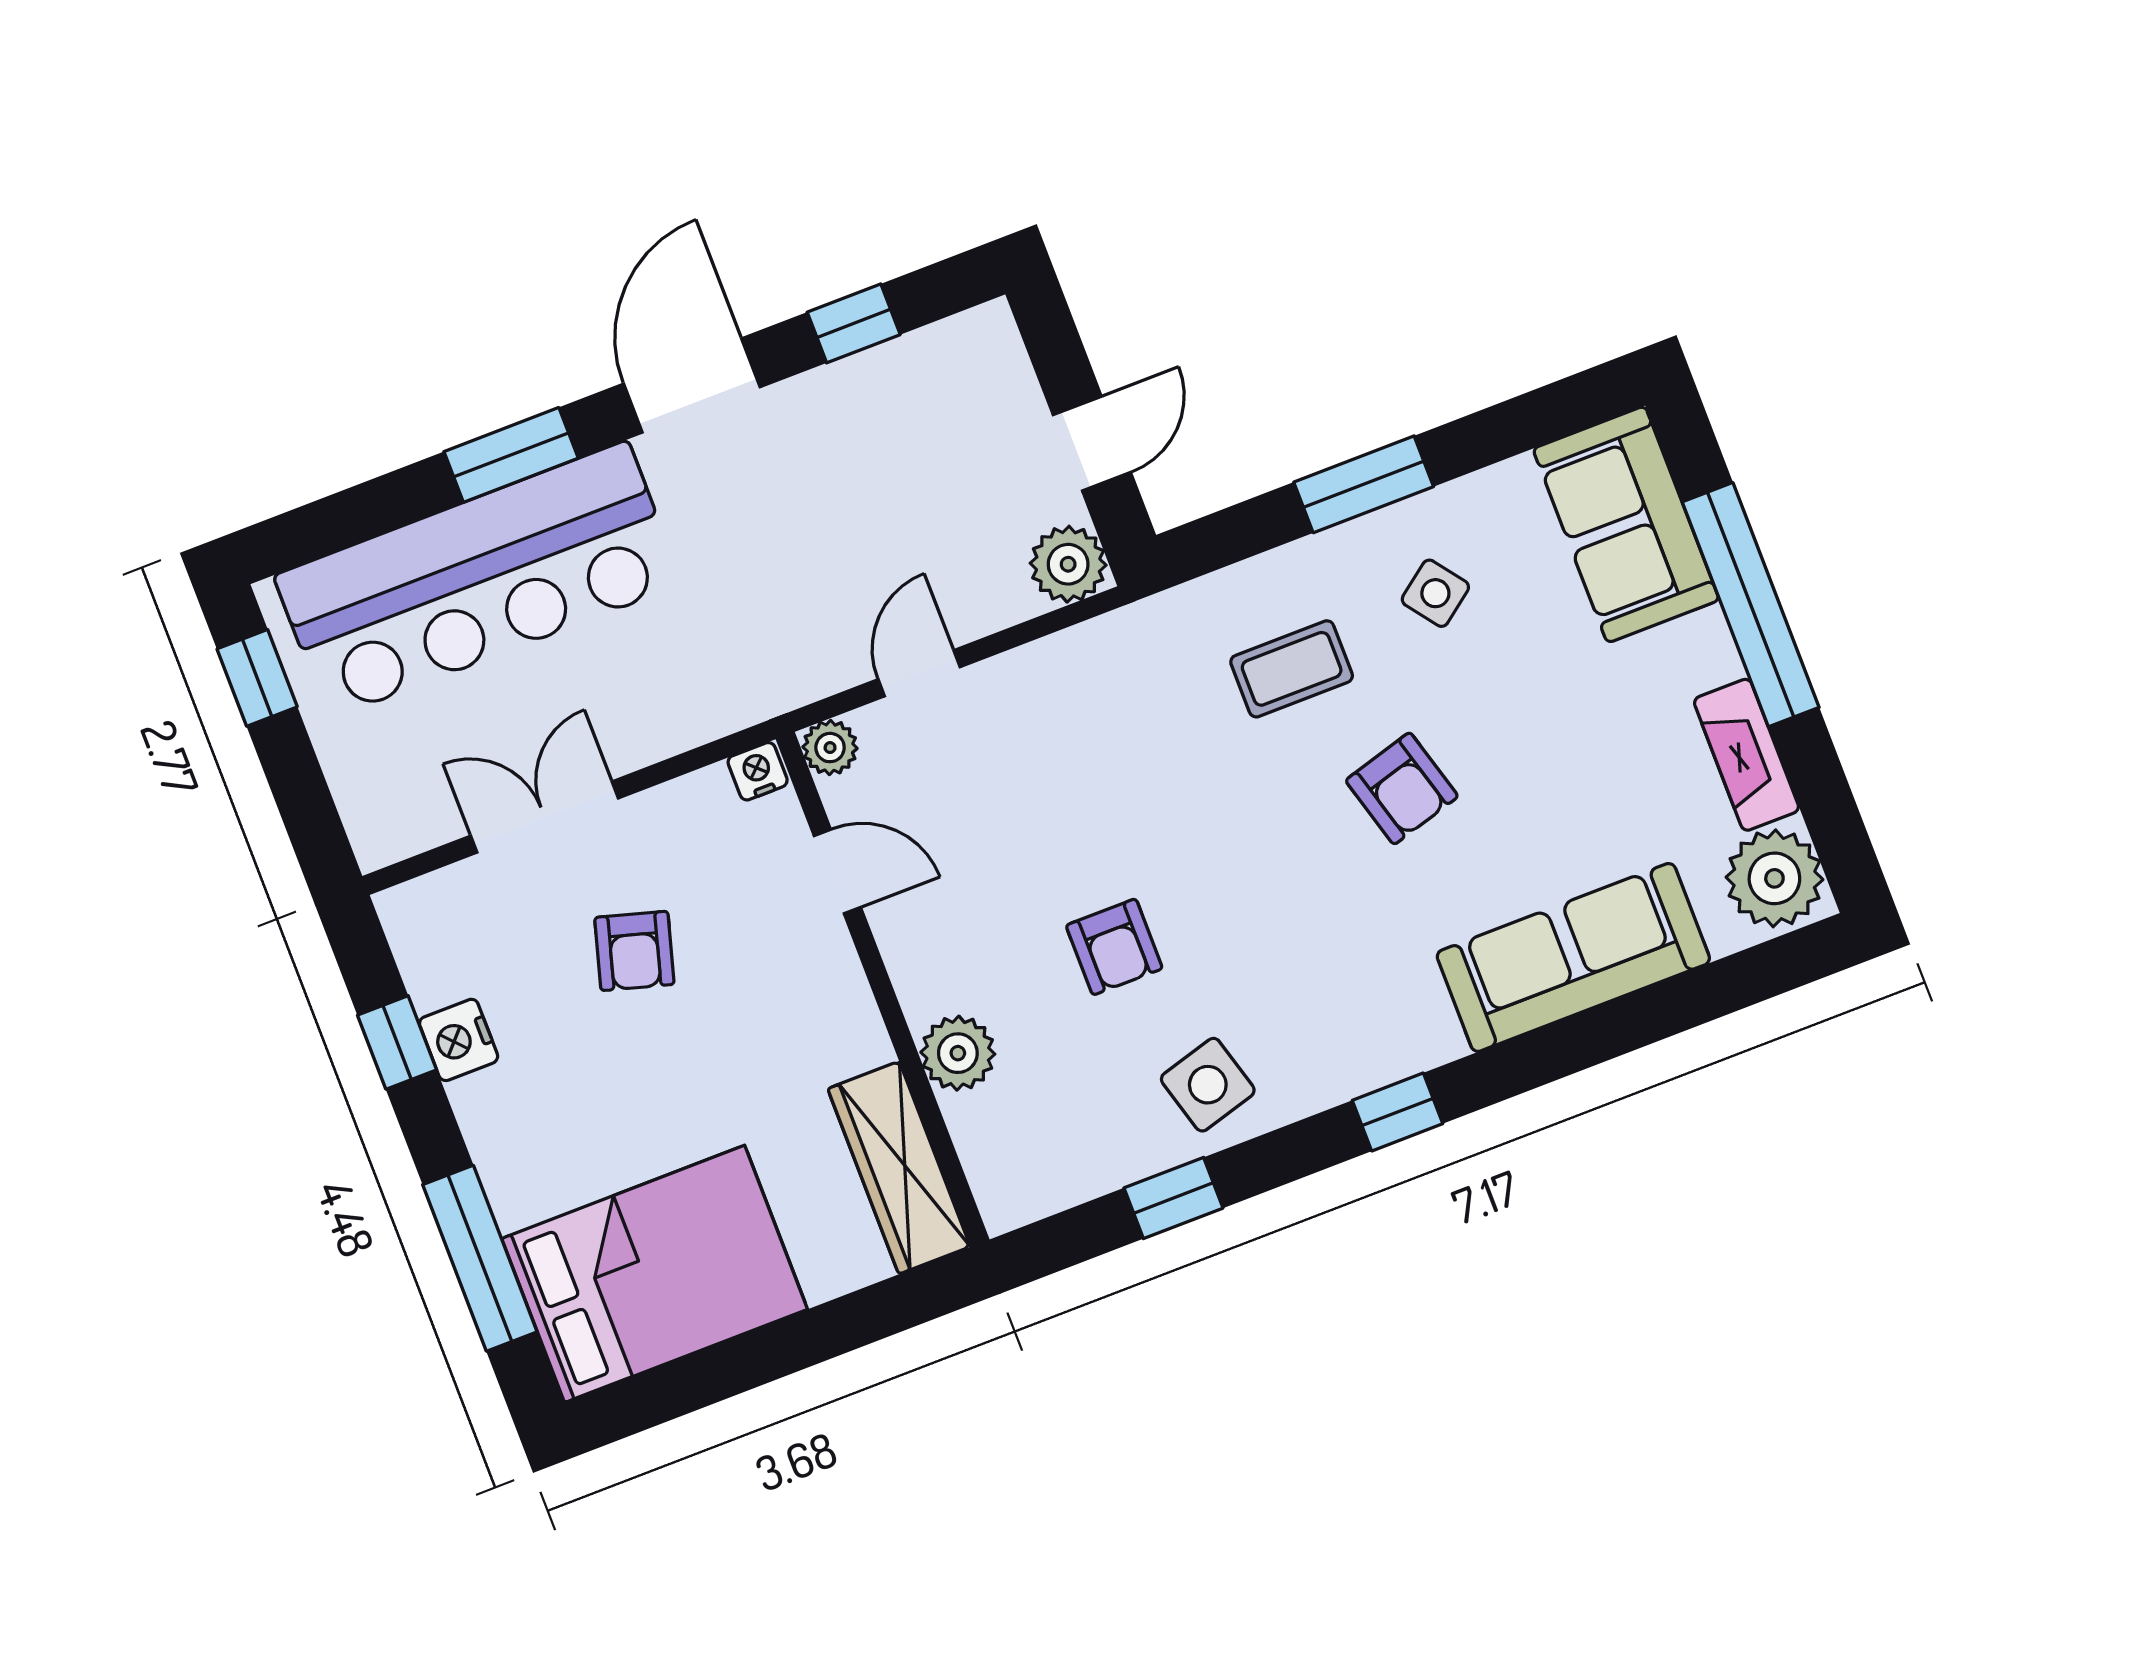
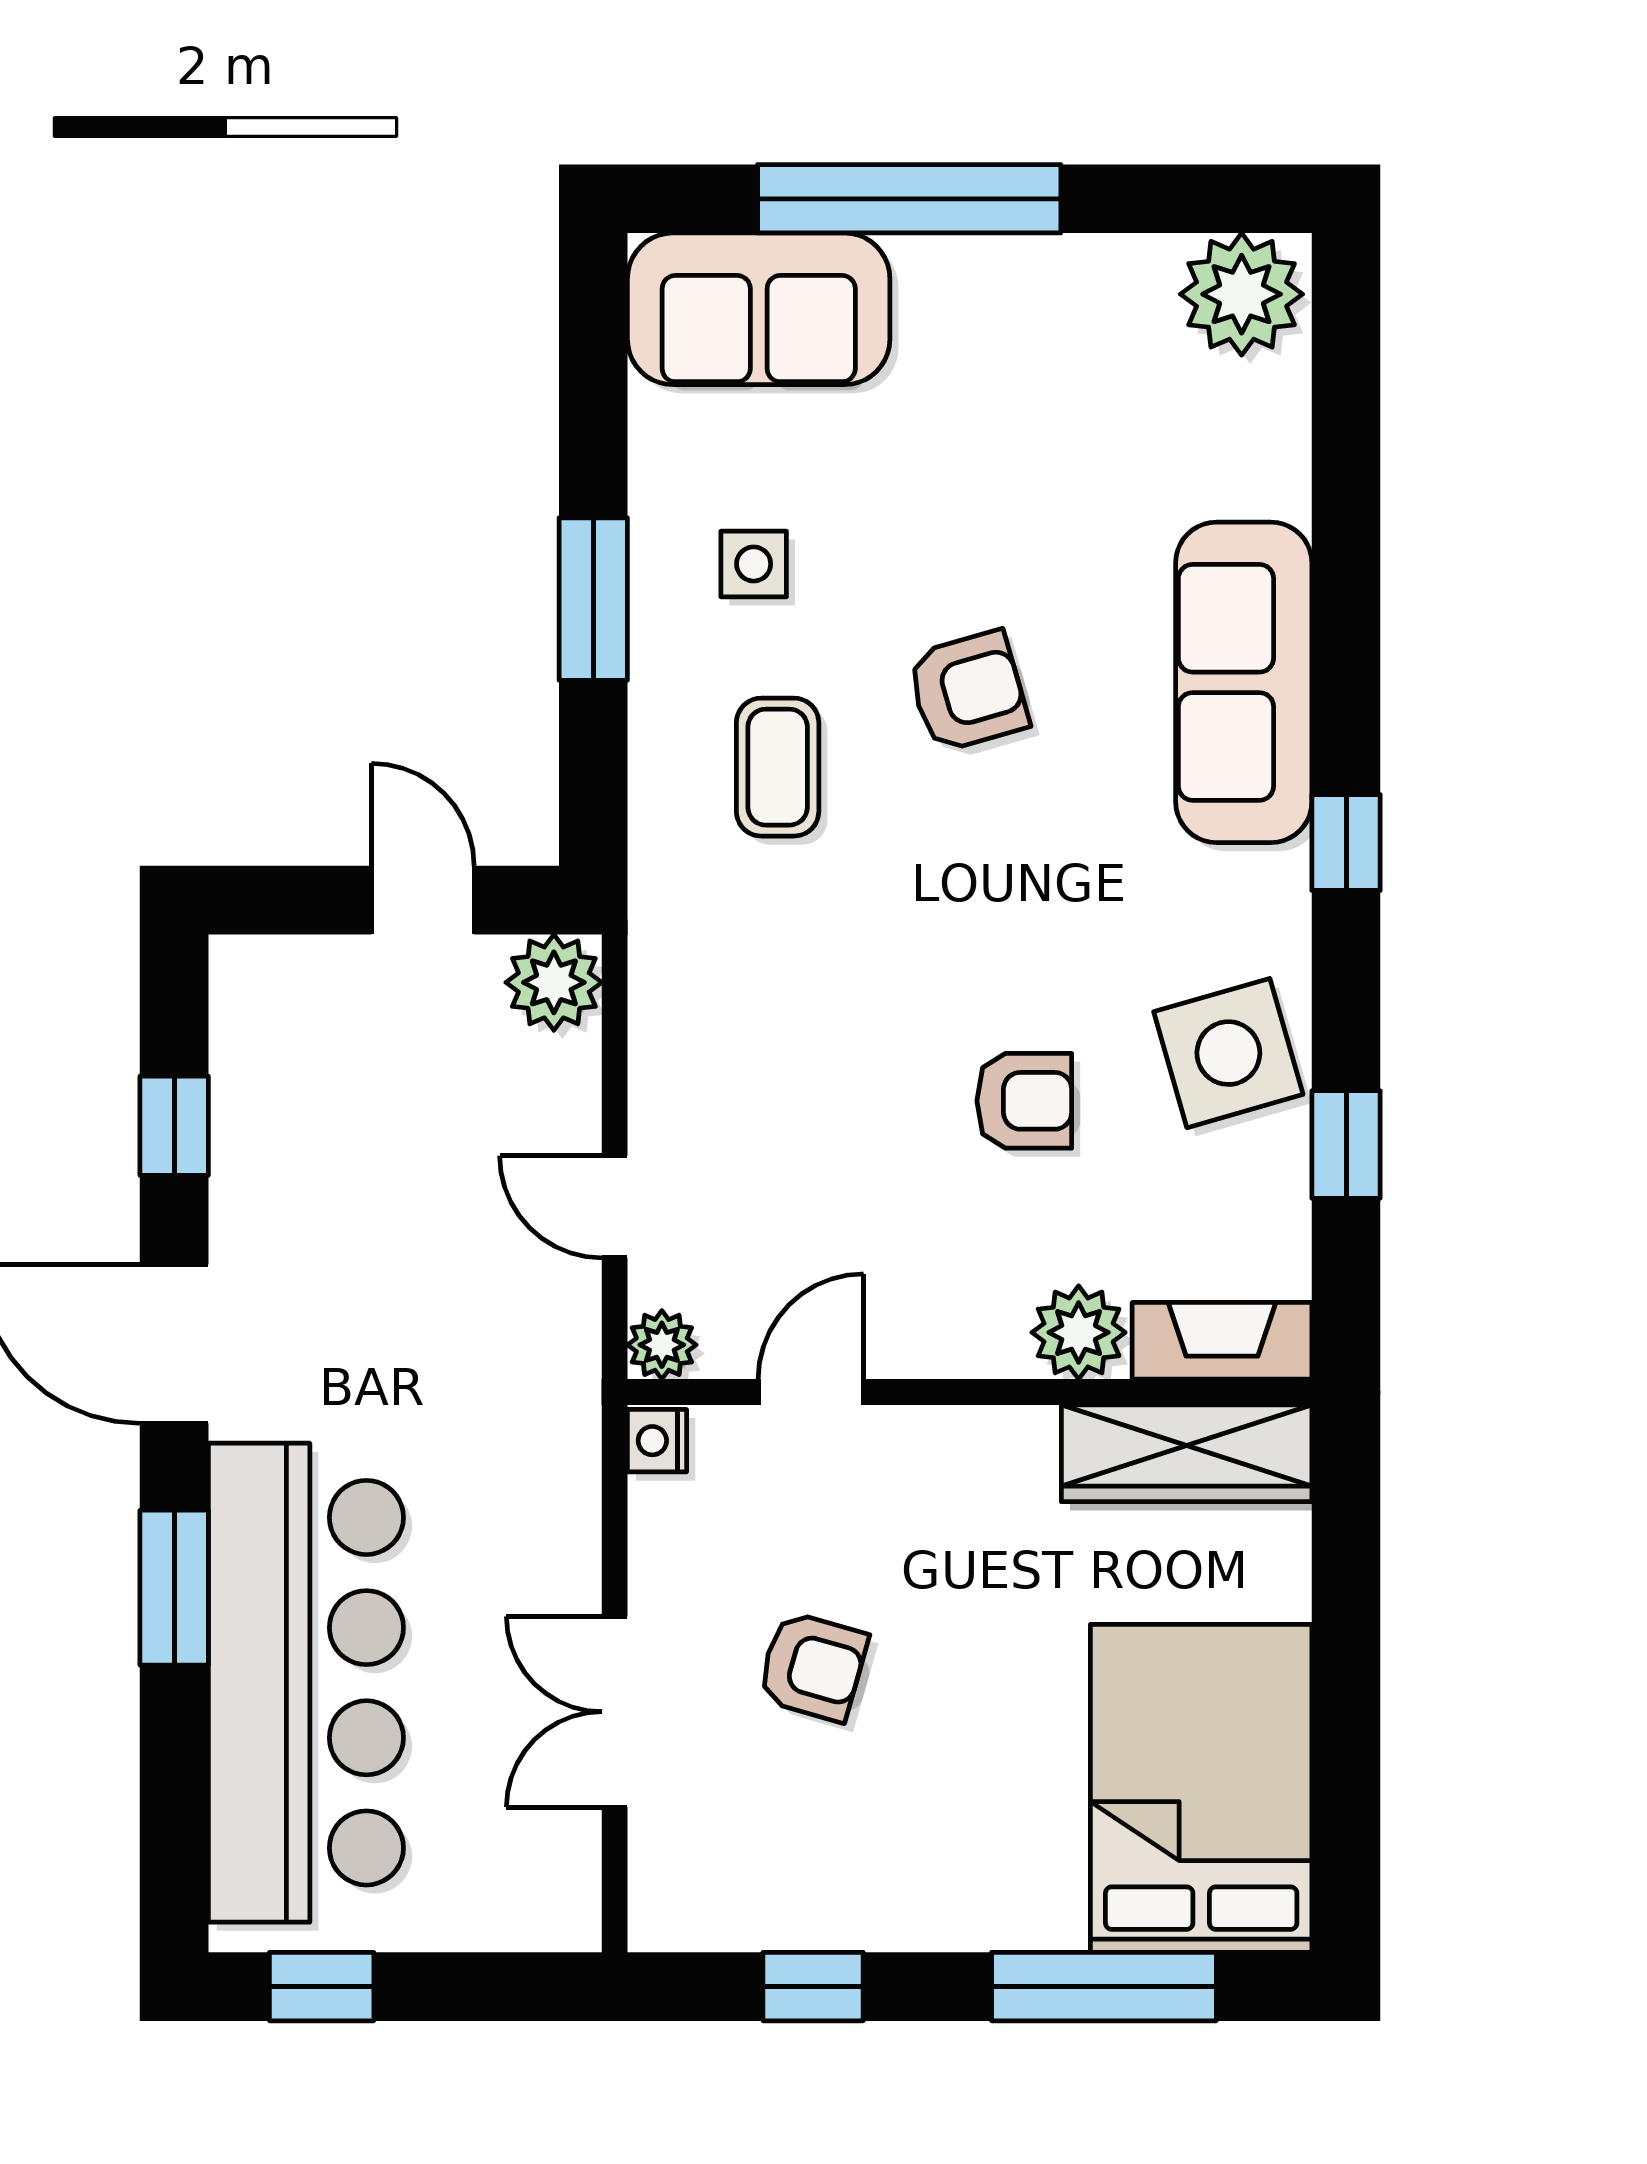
side table: (1435, 593) -> (754, 564), turned 37
fireplace: (1746, 755) -> (1222, 1341), moved, turned 180
sofa: (1573, 957) -> (1244, 682), moved
nightstand: (459, 1040) -> (838, 1913), removed
side table: (1208, 1085) -> (1228, 1053), width x1.37, depth x1.37

